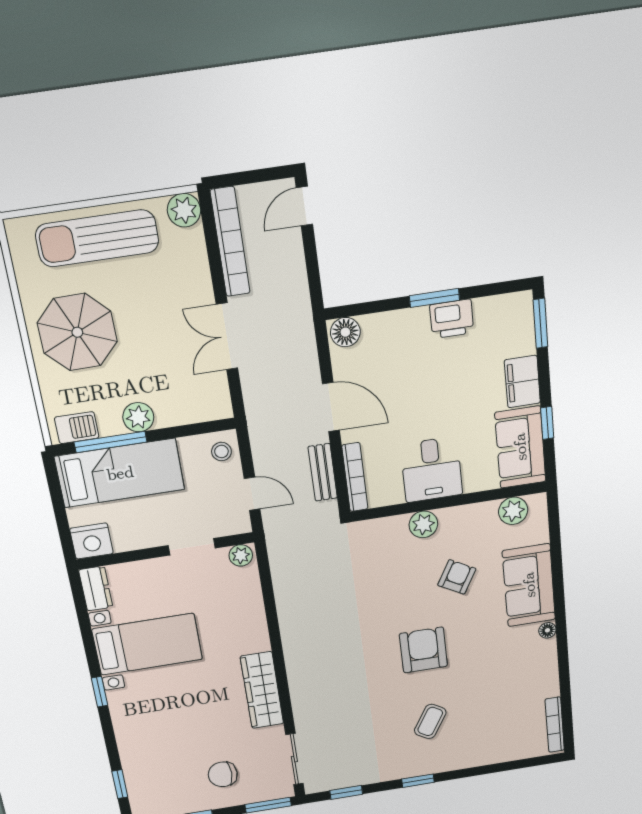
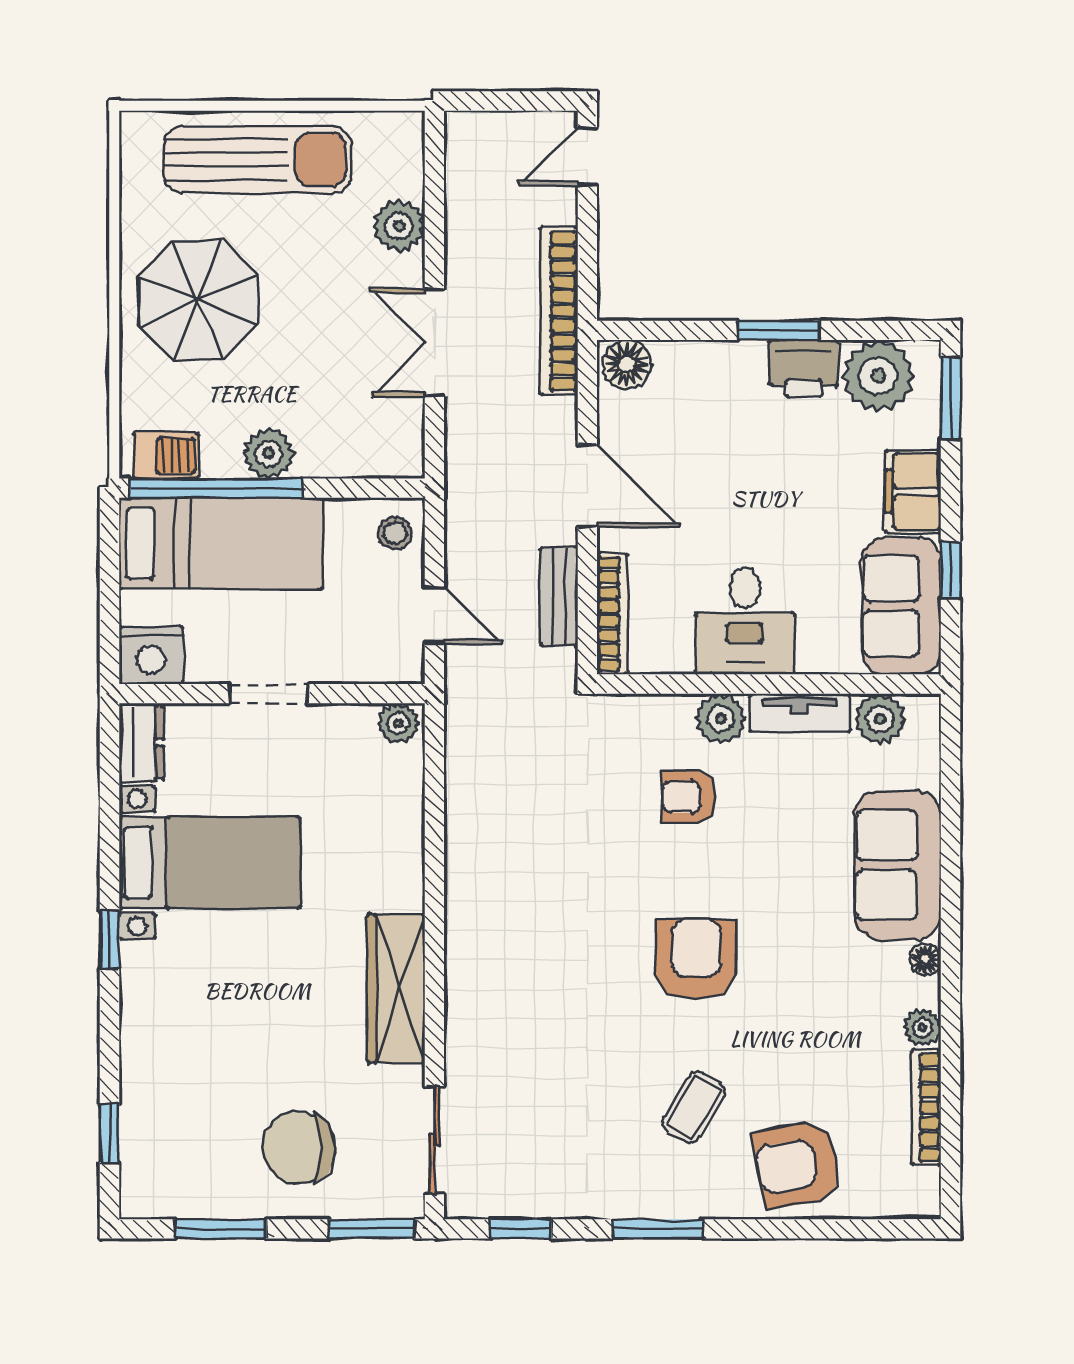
plant: (184, 210) -> (399, 226), moved
sun lounger: (97, 238) -> (258, 160), turned 180
bookcase: (230, 242) -> (559, 311), moved, turned 180
plant: (497, 317) -> (878, 376), added
window: (111, 442) -> (216, 488), width x1.46
tv unit: (468, 514) -> (800, 713), added
doorway: (192, 547) -> (268, 694), moved
armchair: (457, 577) -> (689, 797), moved, turned -119
plant: (548, 664) -> (923, 1028), added
bookcase: (555, 725) -> (926, 1107), moved
armchair: (488, 739) -> (797, 1165), added
chair: (223, 774) -> (299, 1148), width x1.37, depth x1.37
window: (418, 781) -> (658, 1229), width x1.50

